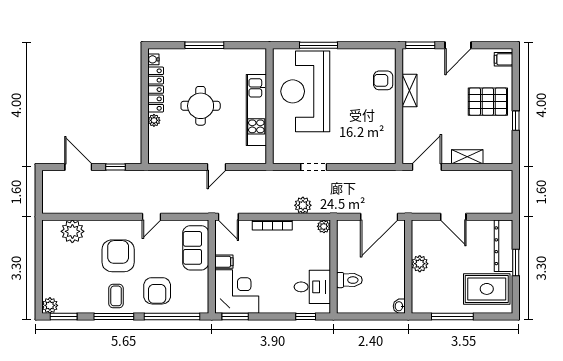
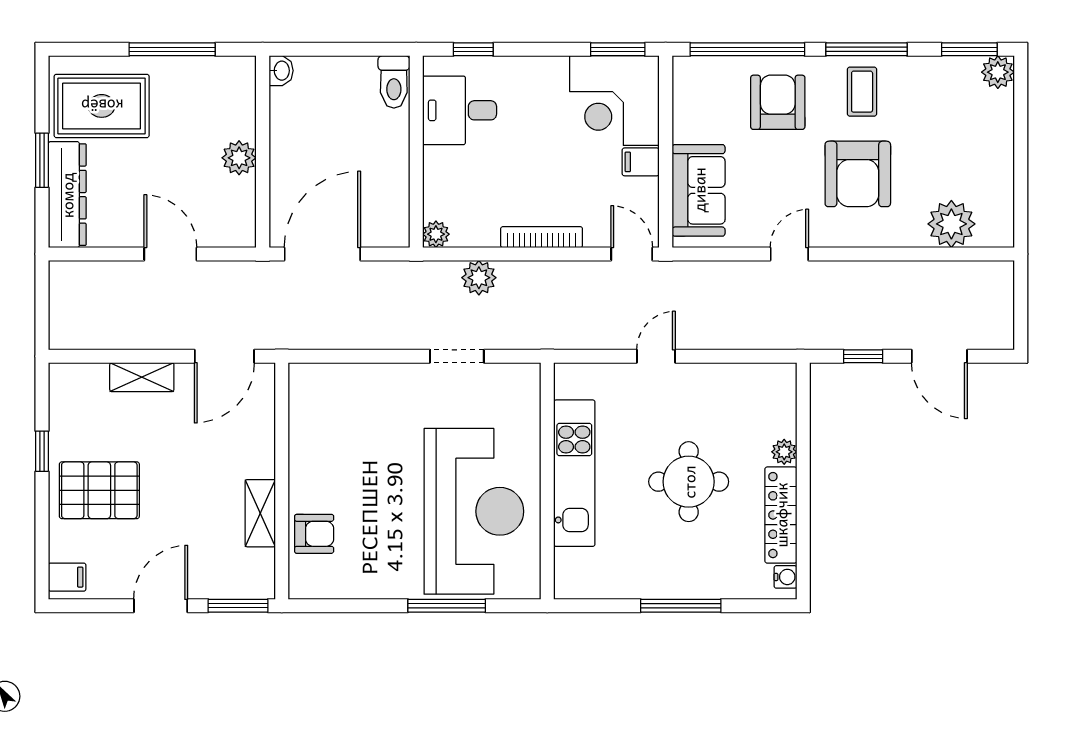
toilet: (349, 280) -> (394, 82), moved, turned -90

